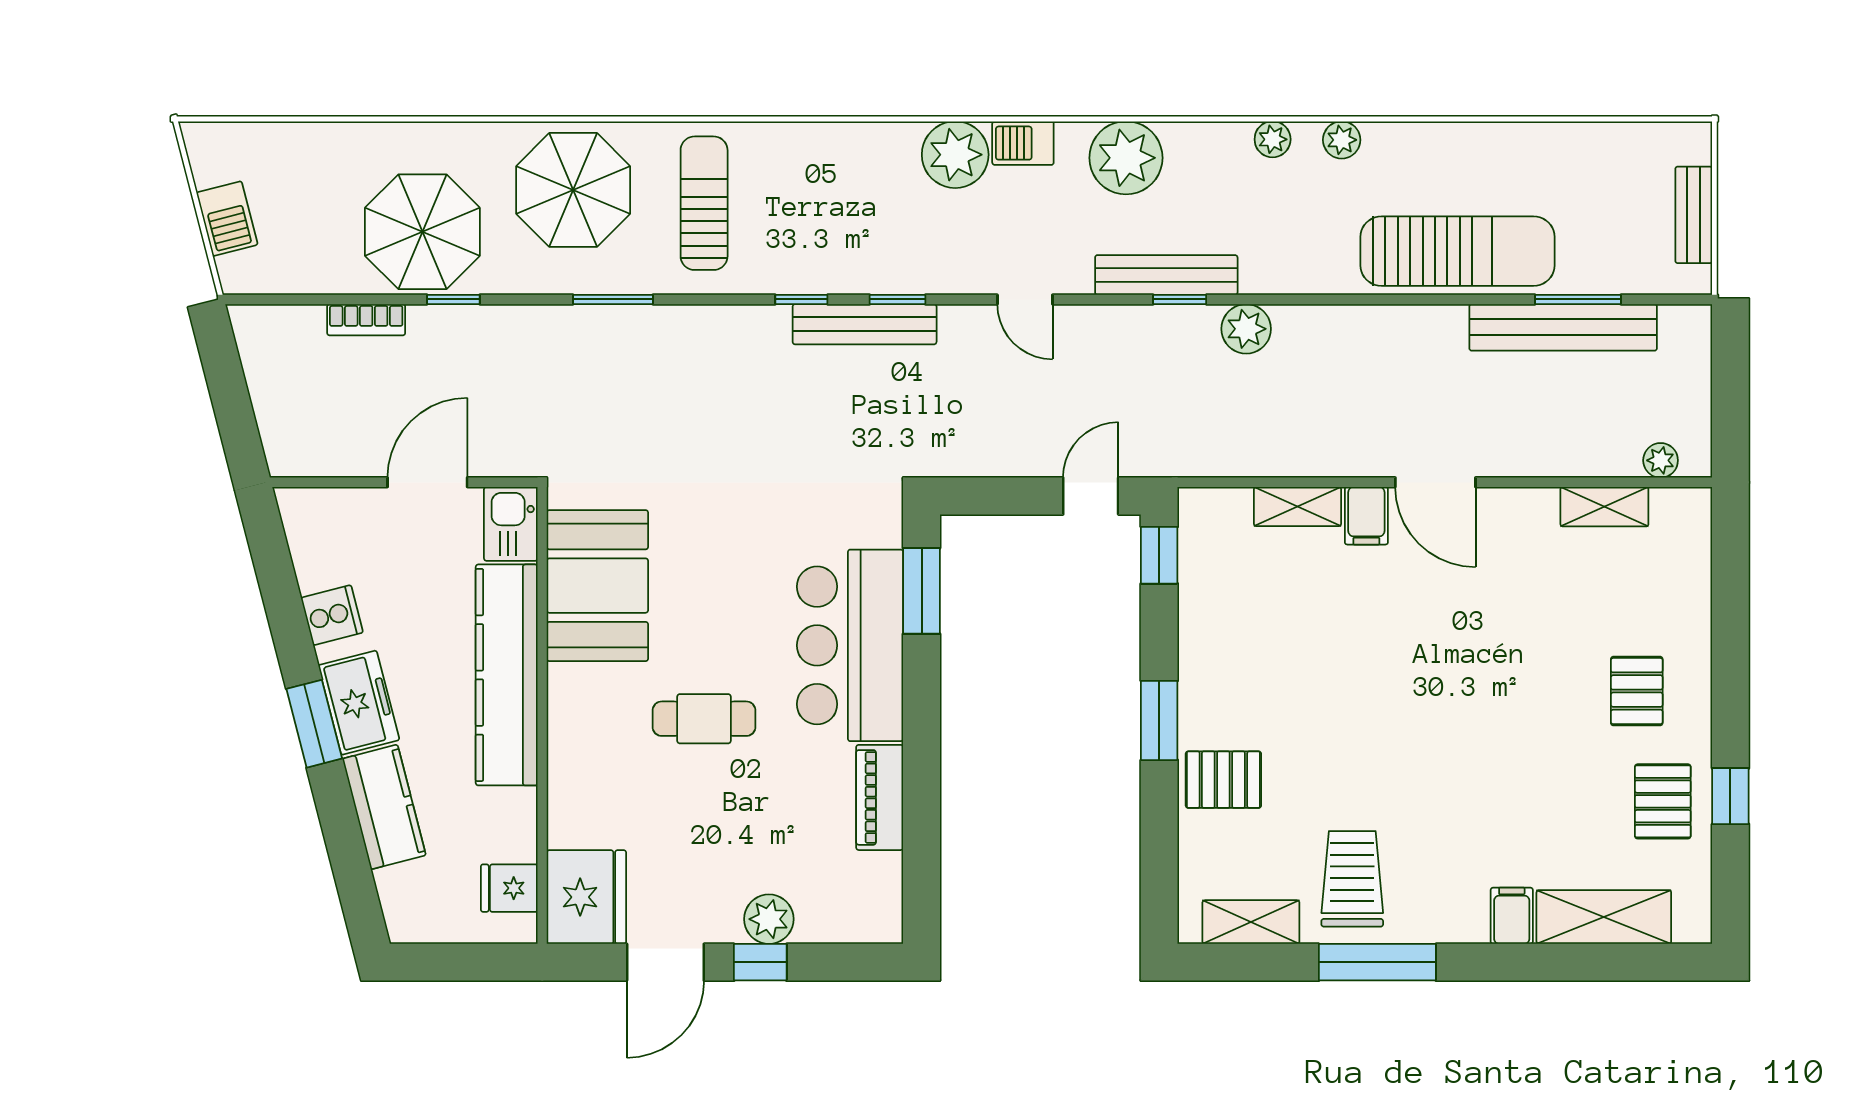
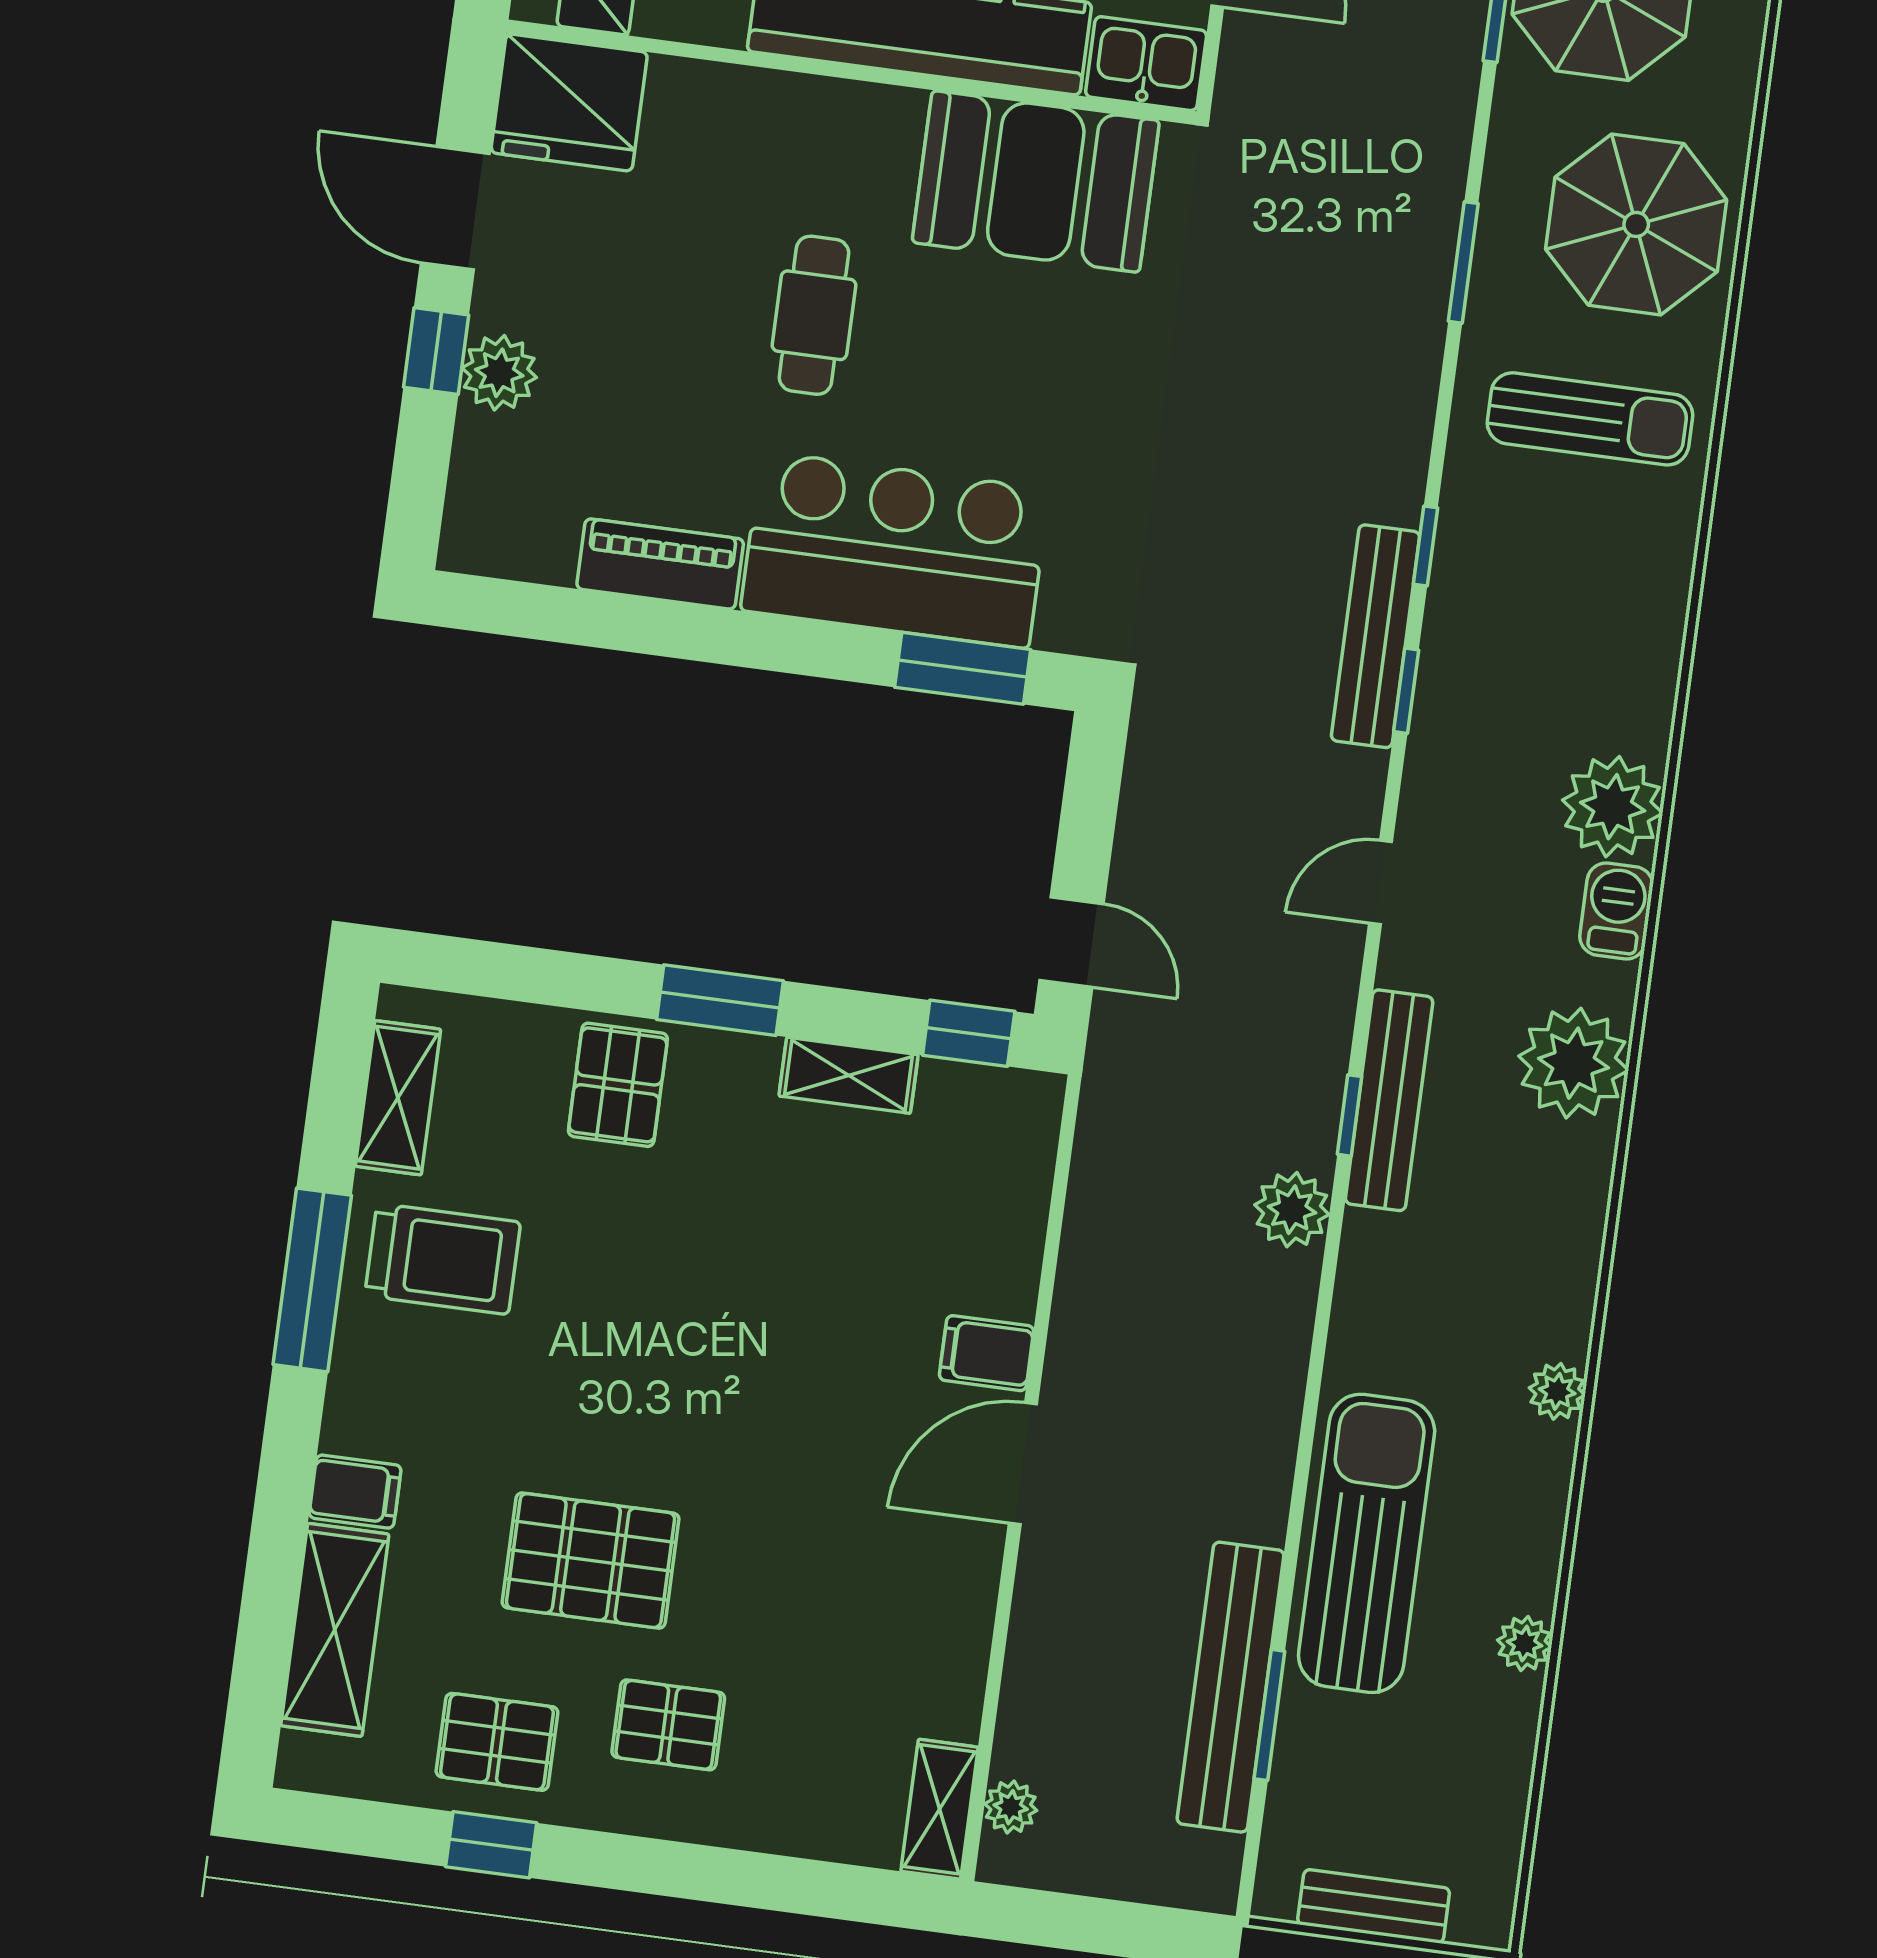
plant: (1273, 139) -> (1524, 1644), moved
sun lounger: (1457, 251) -> (1367, 1543), turned 180
shelving: (1297, 506) -> (849, 1075), moved, turned 90
shelving: (1604, 507) -> (939, 1809), moved
pallet: (1536, 756) -> (591, 1561), added

